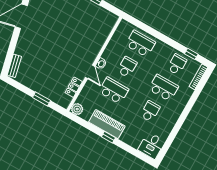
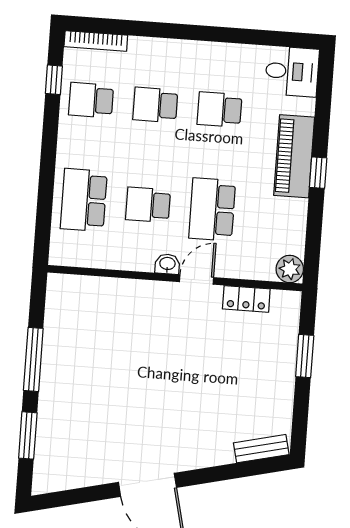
school desk: (163, 88) -> (155, 105), width x0.54
piano: (107, 124) -> (294, 156), moved

